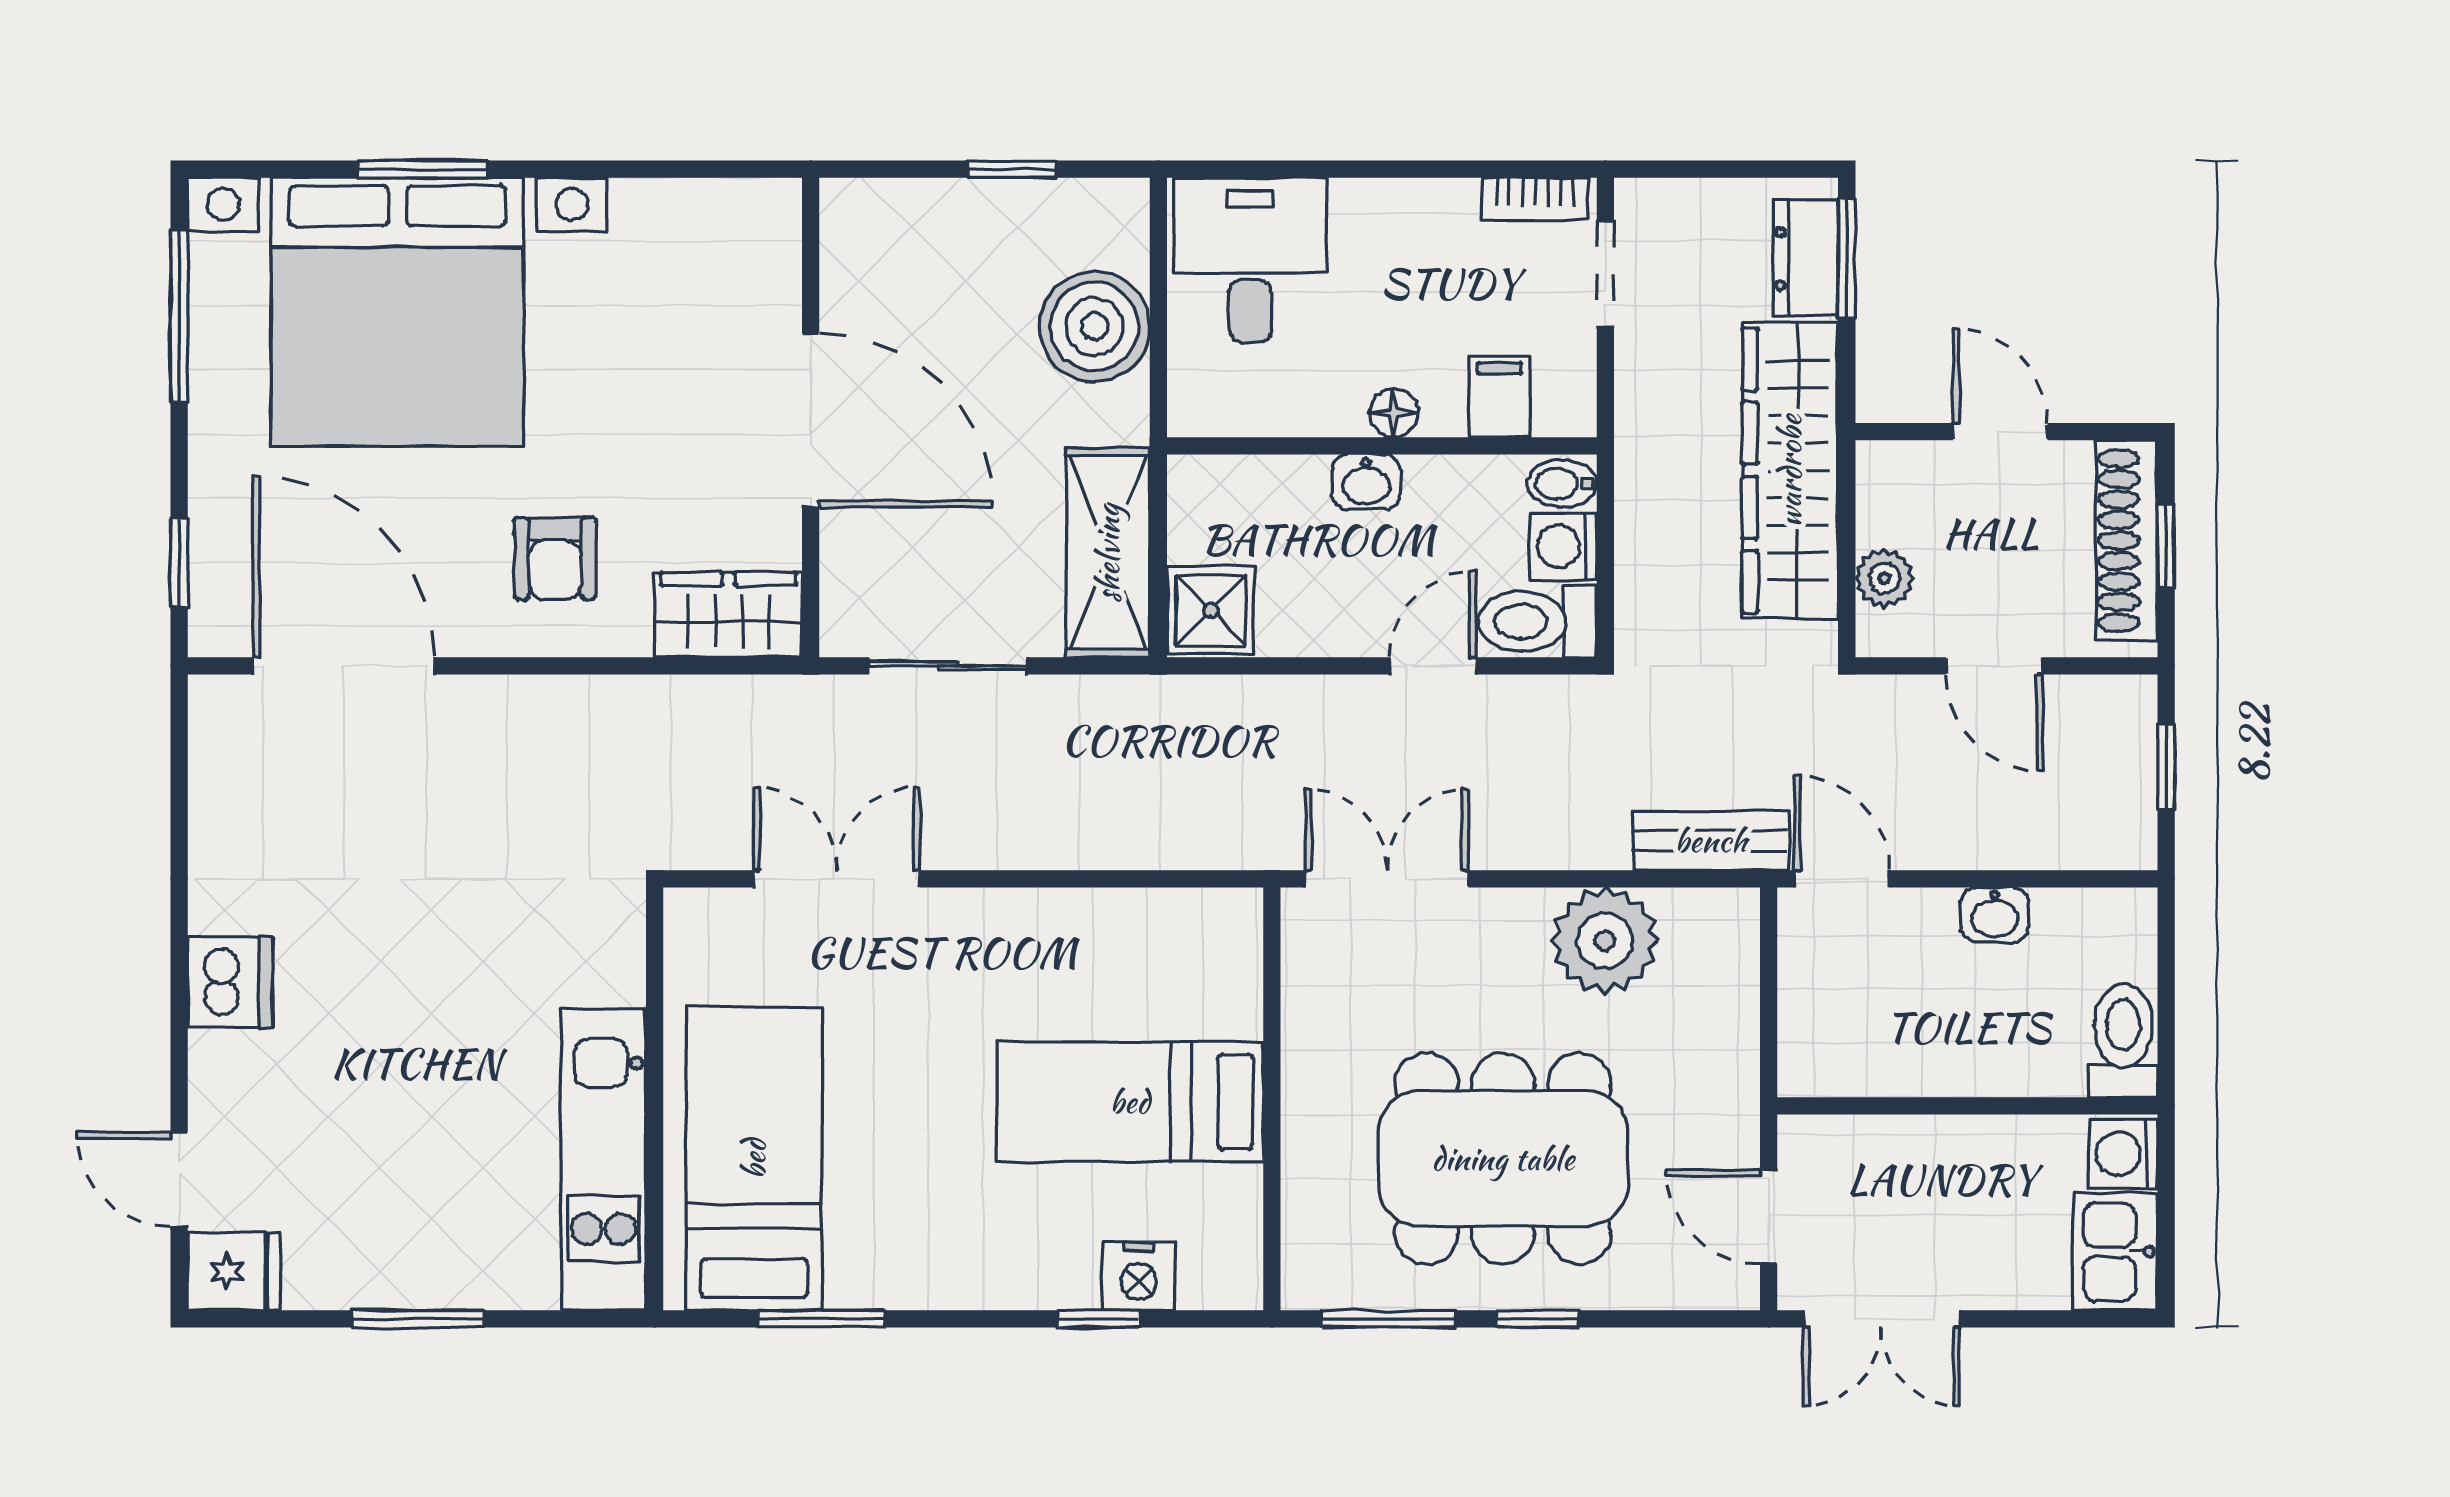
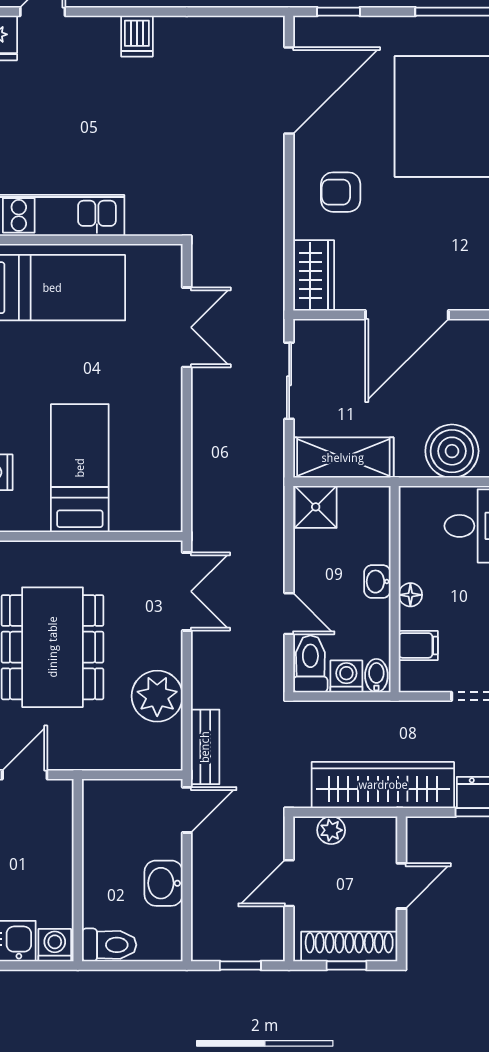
washbasin: (1995, 915) -> (164, 883), width x1.38, depth x1.45
dishwasher: (230, 983) -> (137, 36), width x0.73

